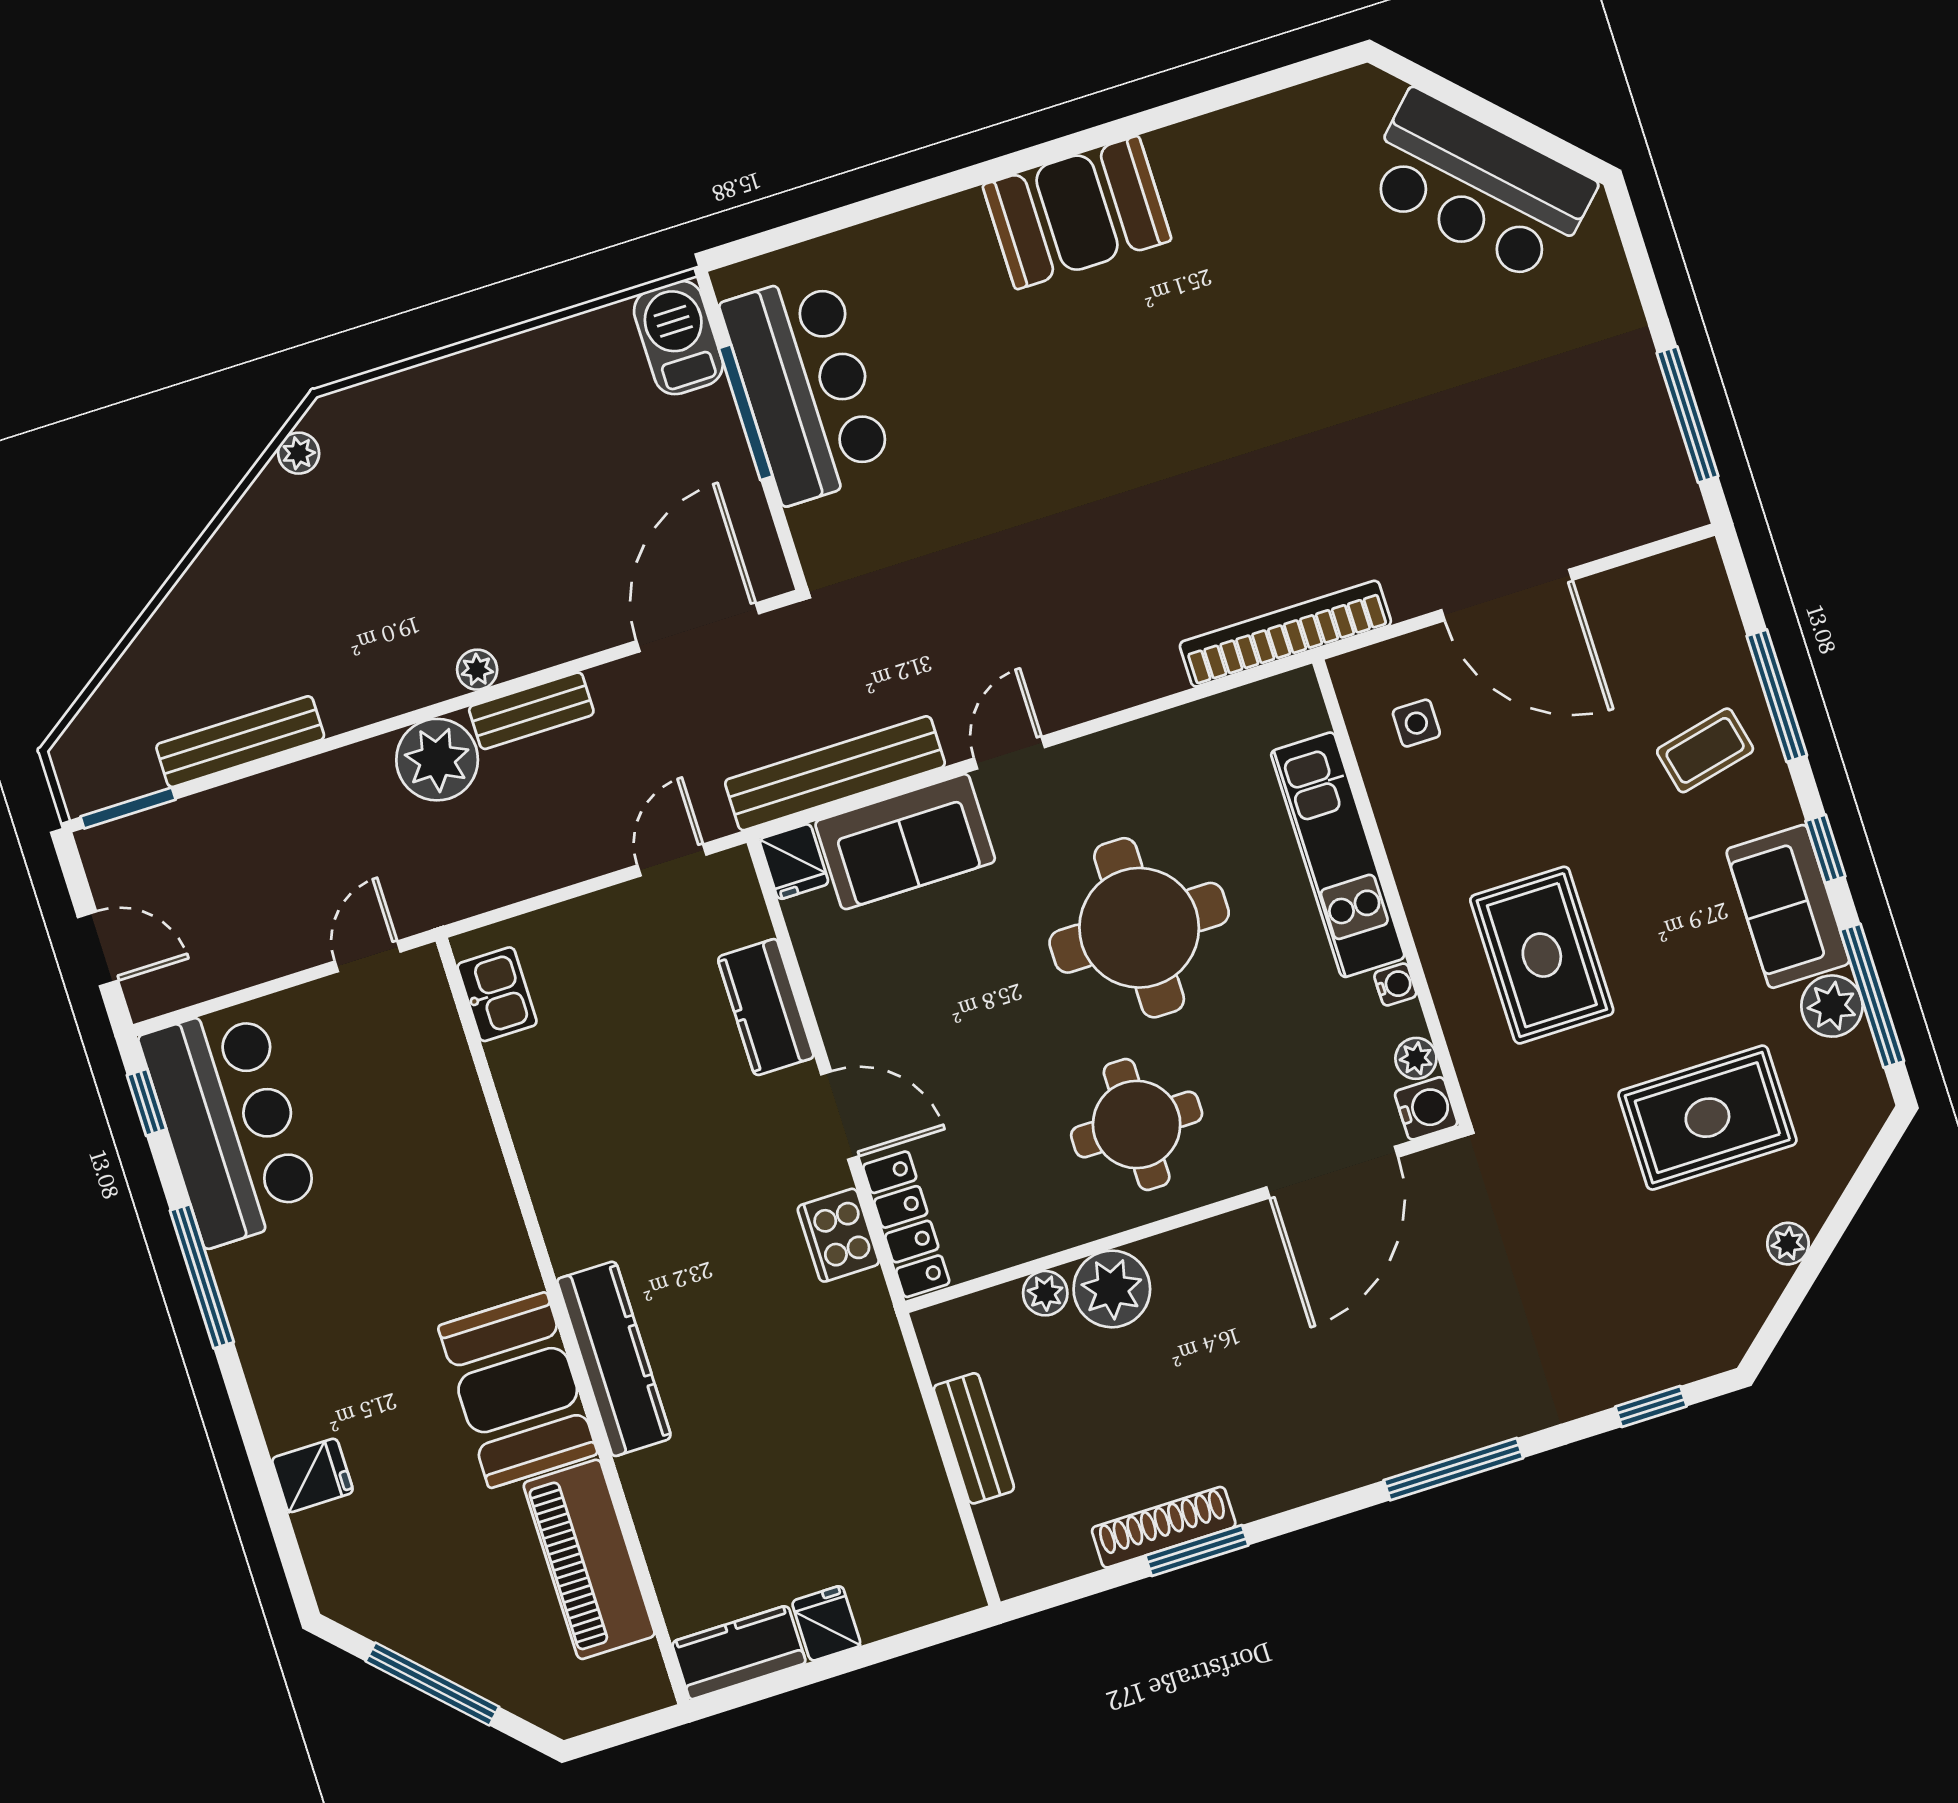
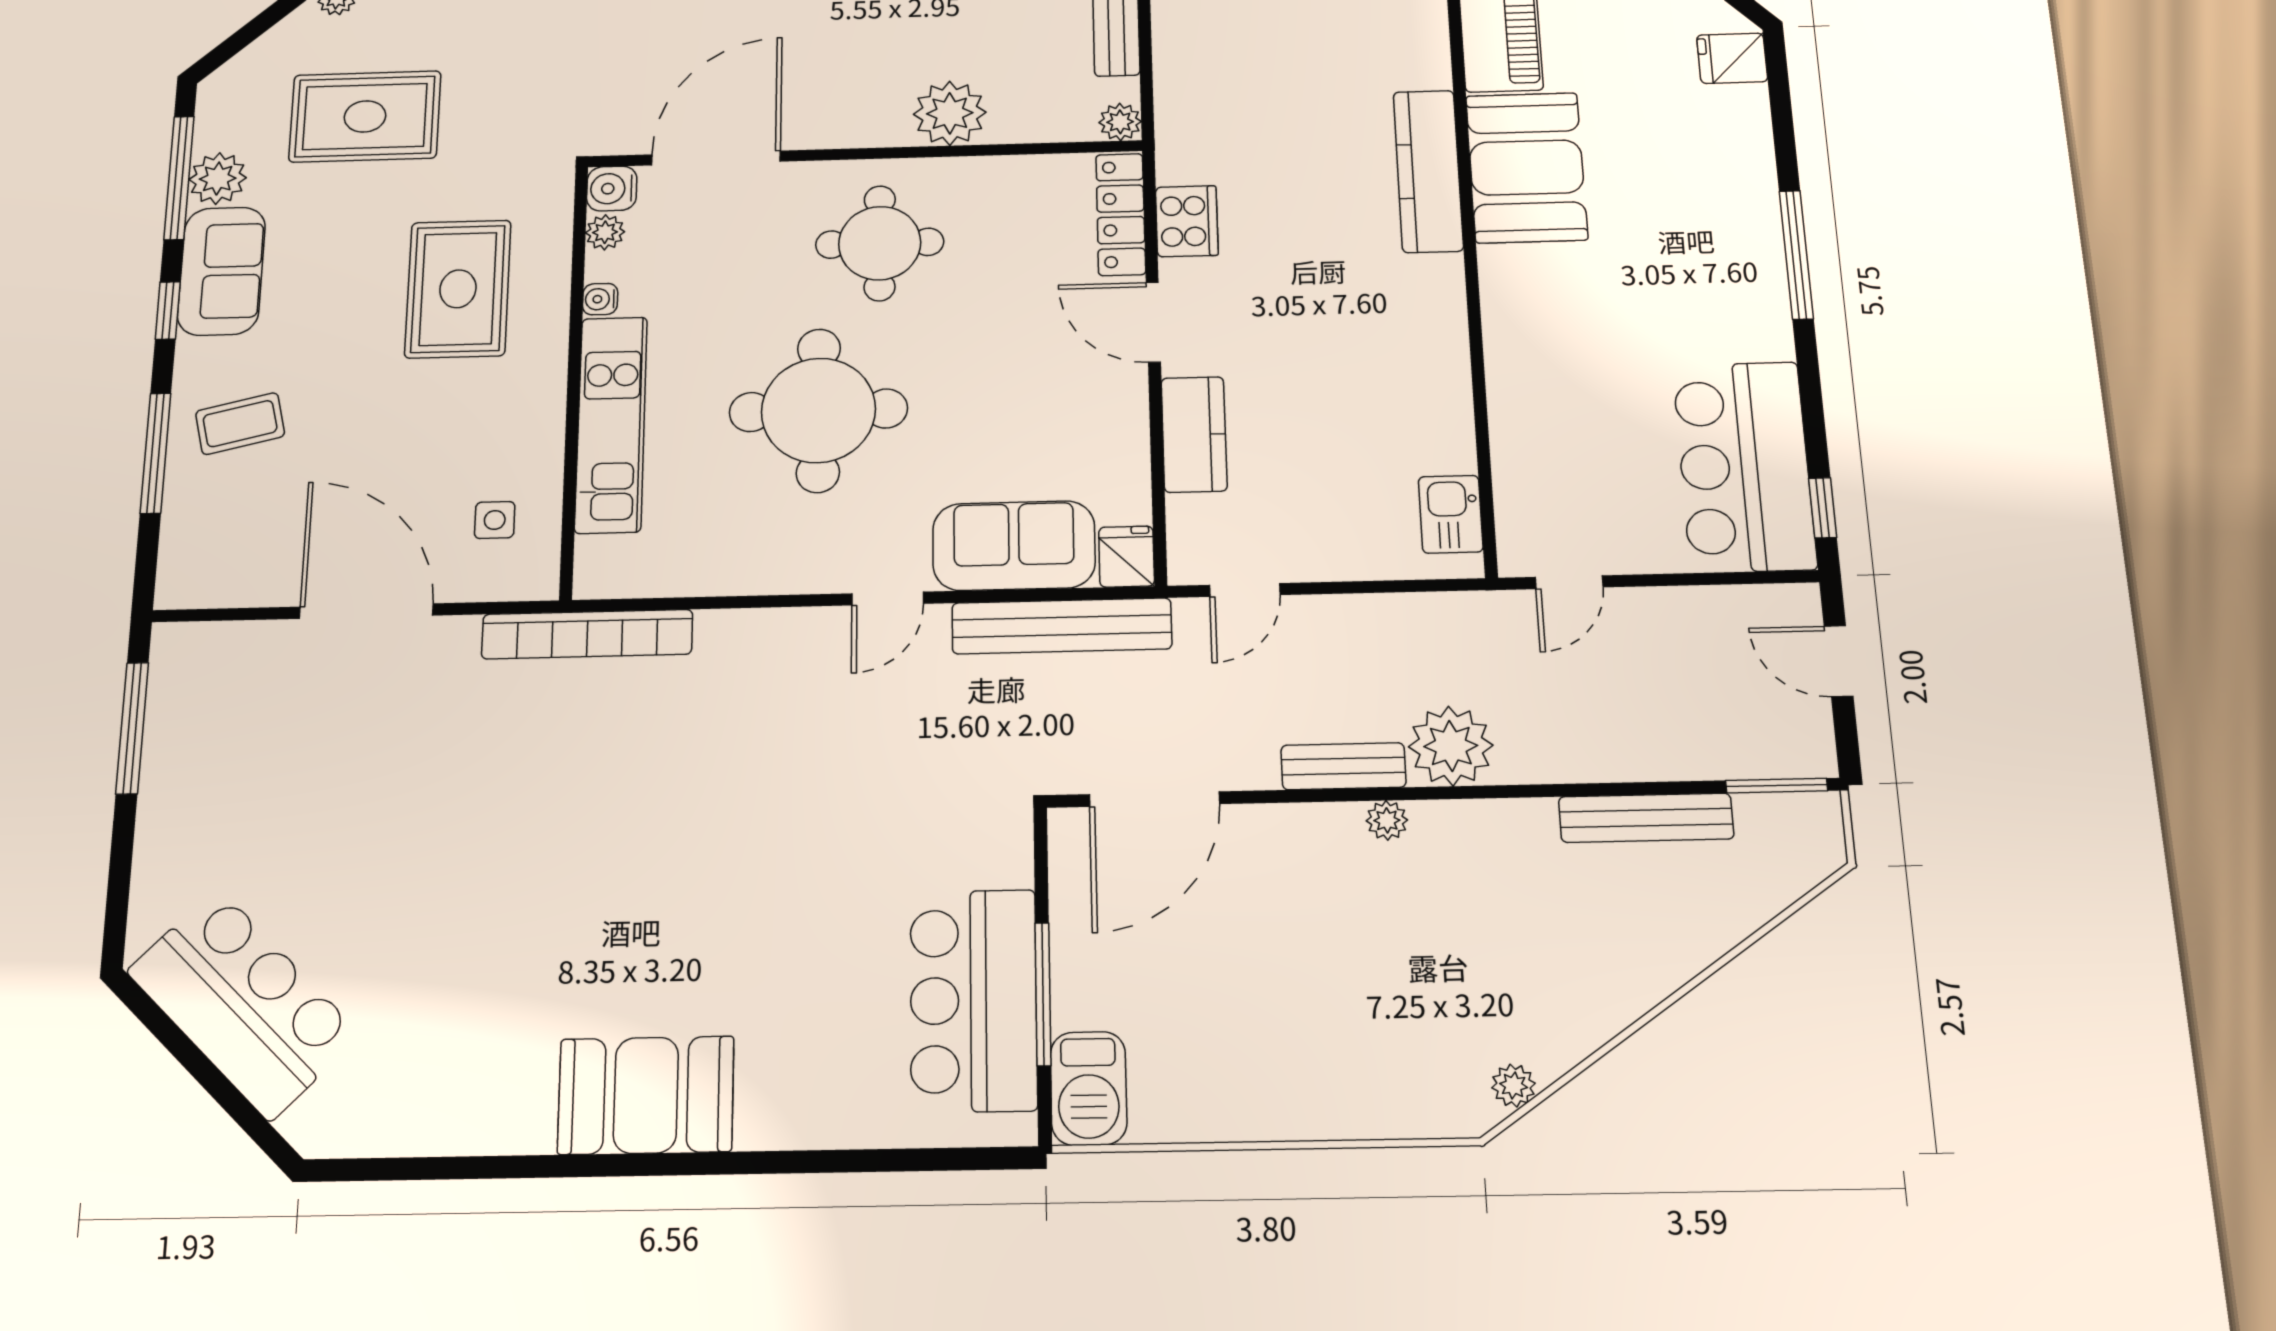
window: (202, 1276) -> (1796, 255), moved
plant: (1045, 1293) -> (1120, 122), moved
fridge: (312, 1475) -> (1732, 58), moved

